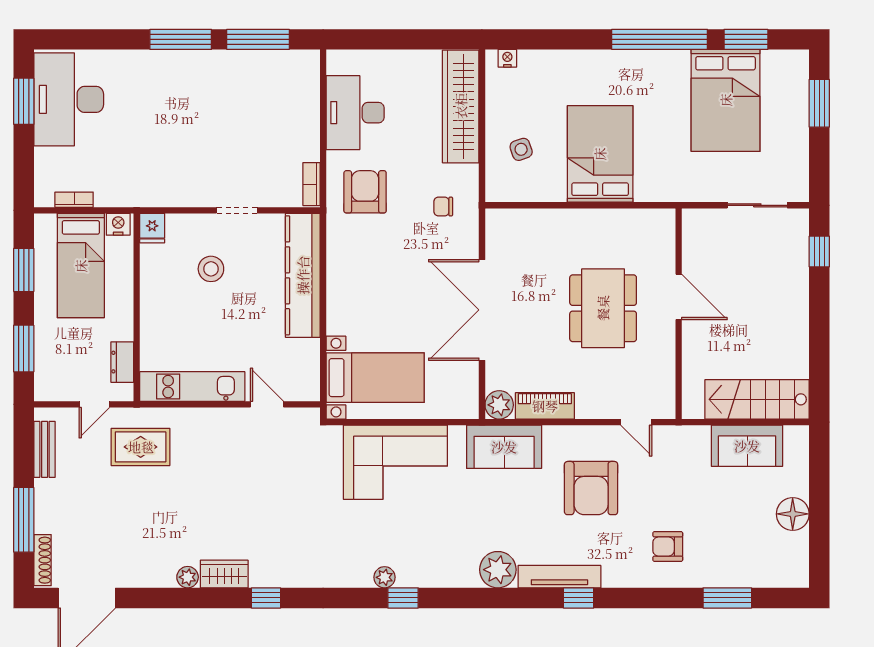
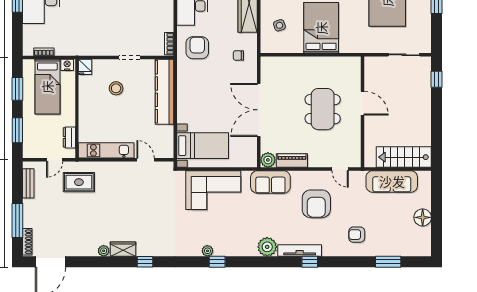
sofa: (747, 446) -> (392, 181), width x1.36

